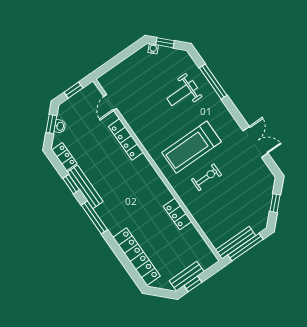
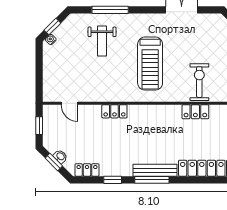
locker: (126, 139) -> (114, 111), width x0.66
exercise bike: (206, 177) -> (199, 82), moved, width x1.38, depth x1.39
bench: (85, 187) -> (155, 170), moved

